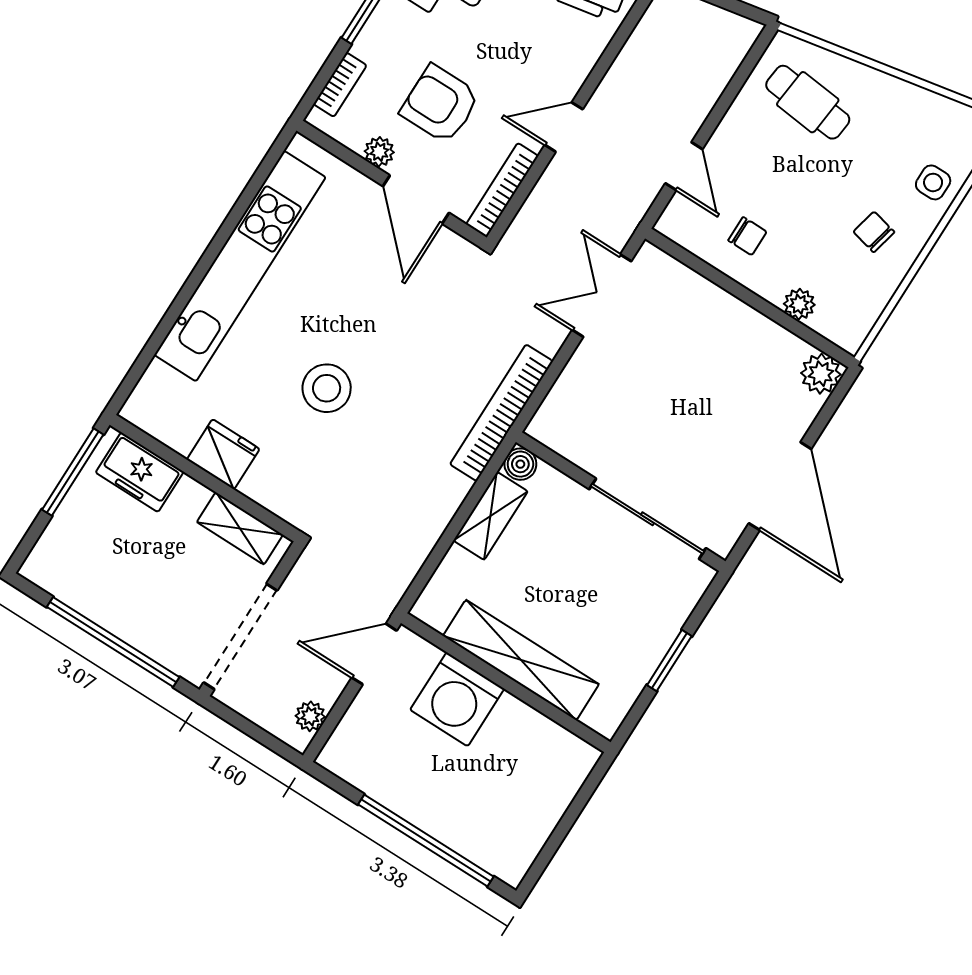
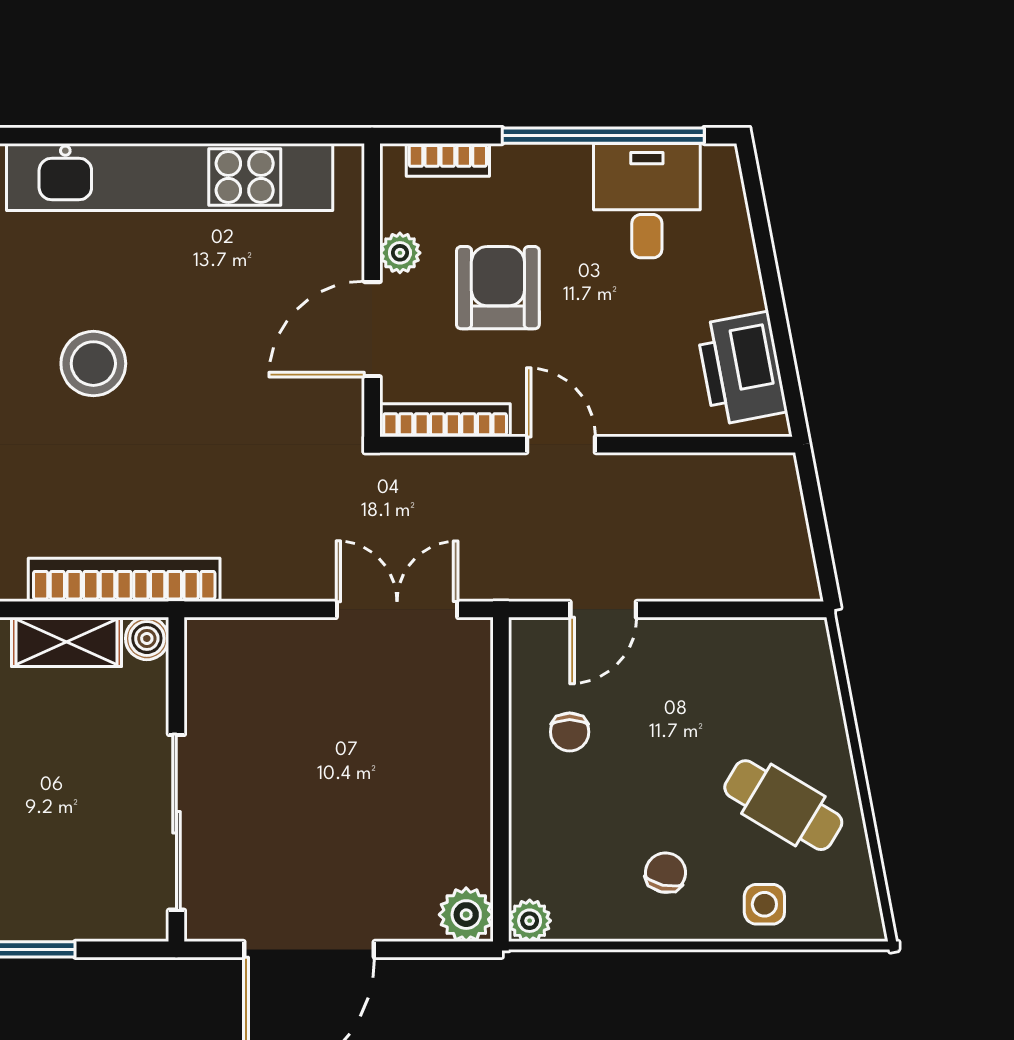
cafe table: (808, 102) -> (783, 805), moved, turned -65
plant: (799, 304) -> (530, 921), moved
bookcase: (501, 413) -> (124, 580), moved

